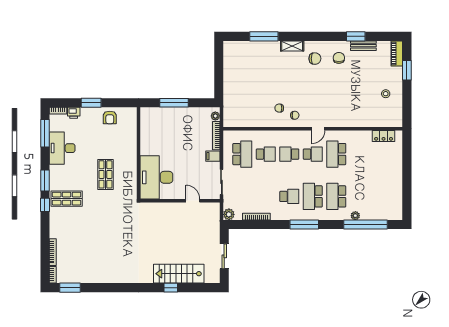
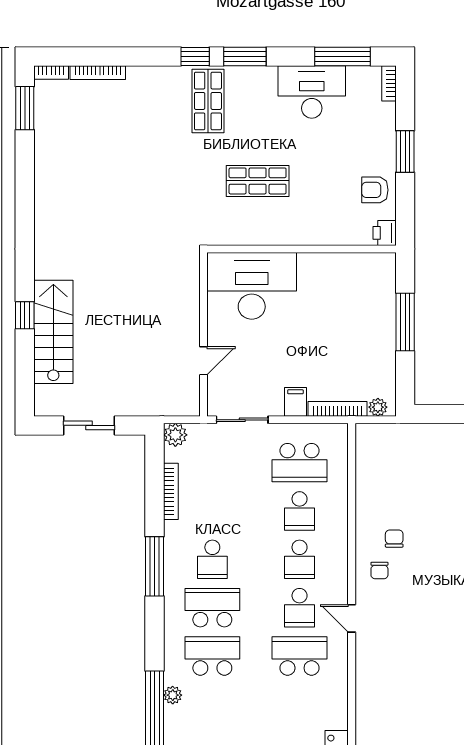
printer: (74, 113) -> (385, 233), moved
school desk: (289, 154) -> (300, 559), turned 180
window: (304, 225) -> (155, 566), moved

